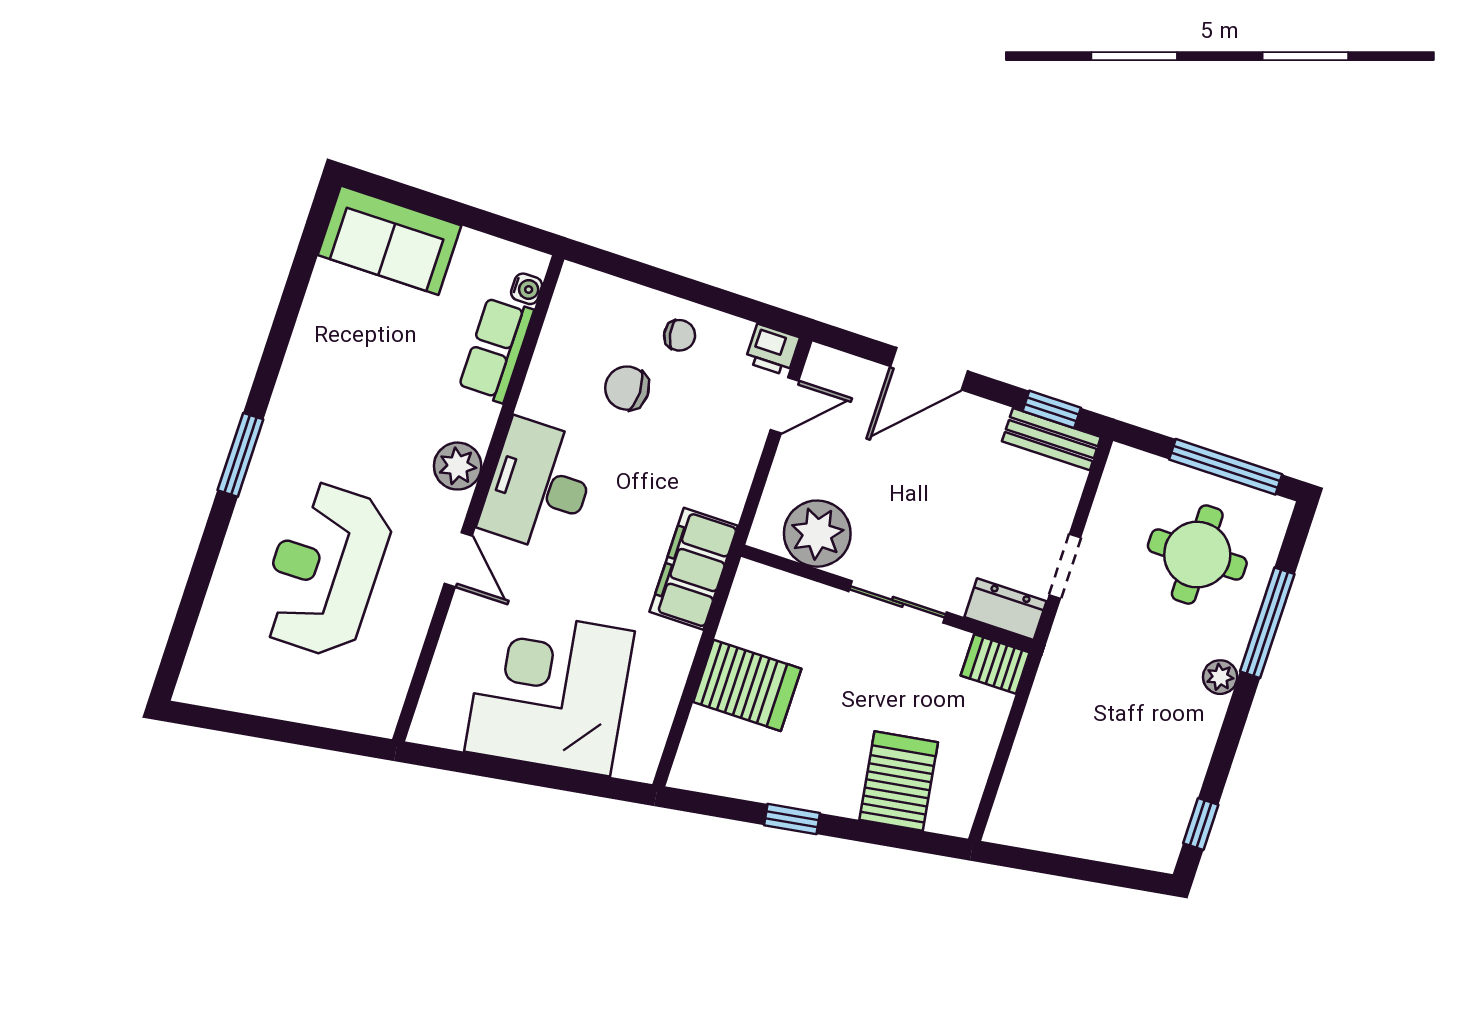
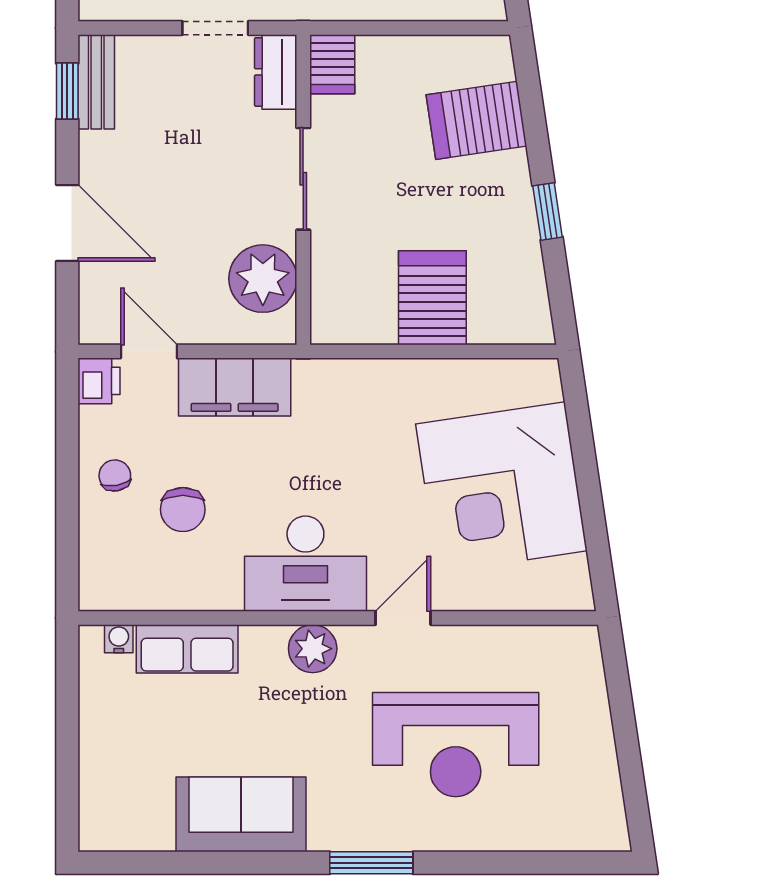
sofa: (390, 240) -> (241, 814), moved, turned -90
filing cabinet: (694, 569) -> (235, 387), moved

